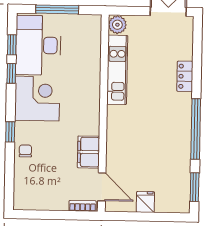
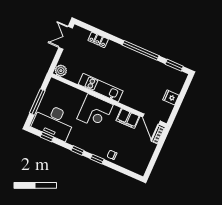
kitchen unit: (117, 70) -> (101, 88), moved
window: (11, 73) -> (78, 150), moved
locker: (185, 76) -> (98, 40), moved
corner desk: (37, 99) -> (95, 112), moved, turned 180
door: (102, 187) -> (151, 119), swing flipped

